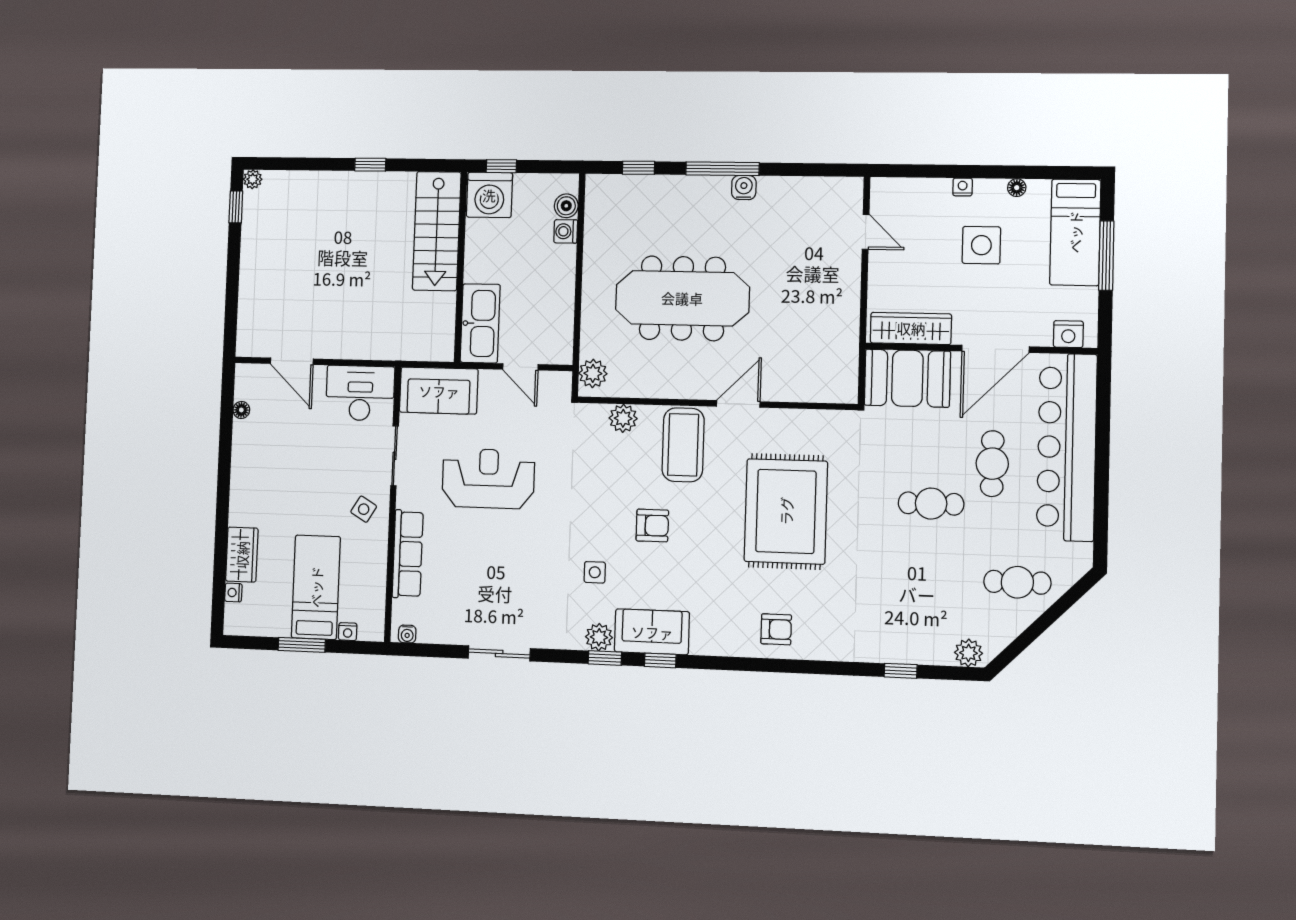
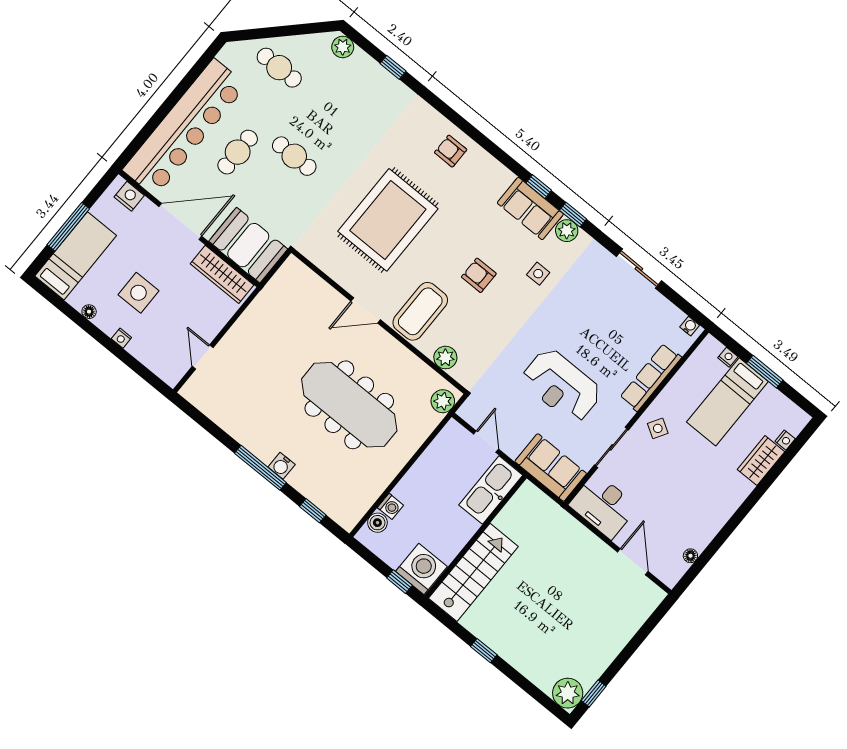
plant: (253, 179) -> (568, 693), width x1.87, depth x1.87
water cooler: (744, 188) -> (282, 466), moved

